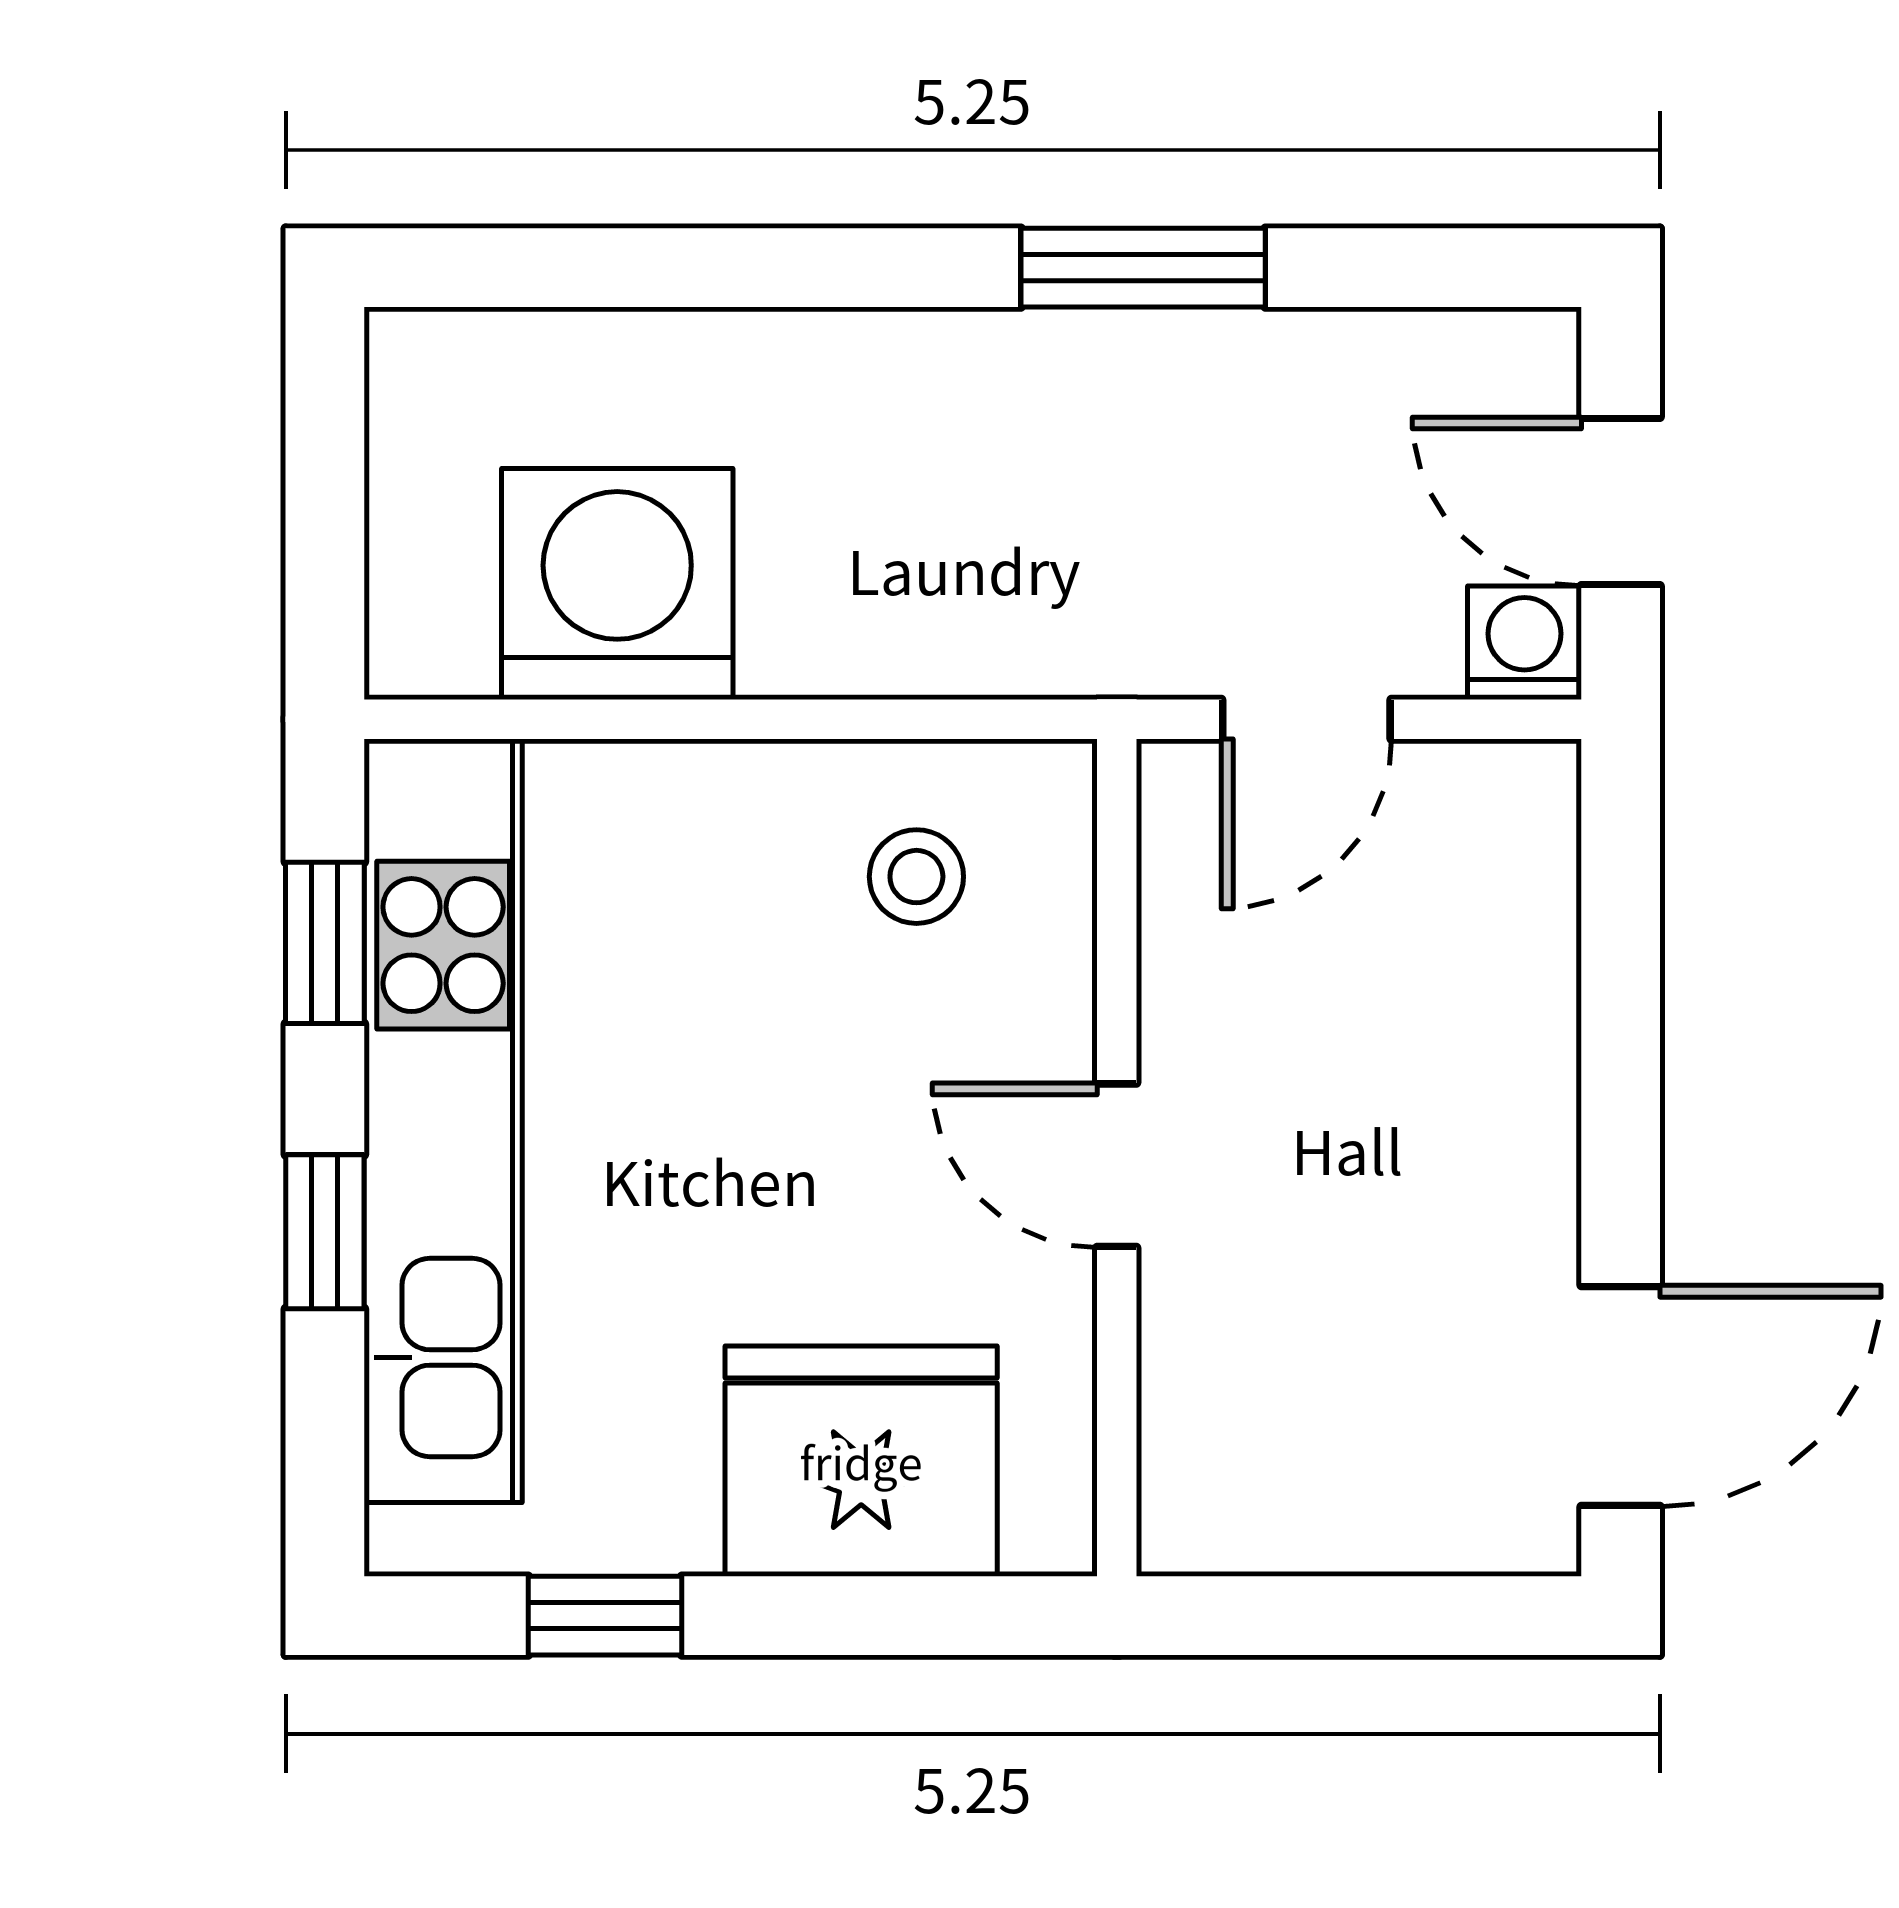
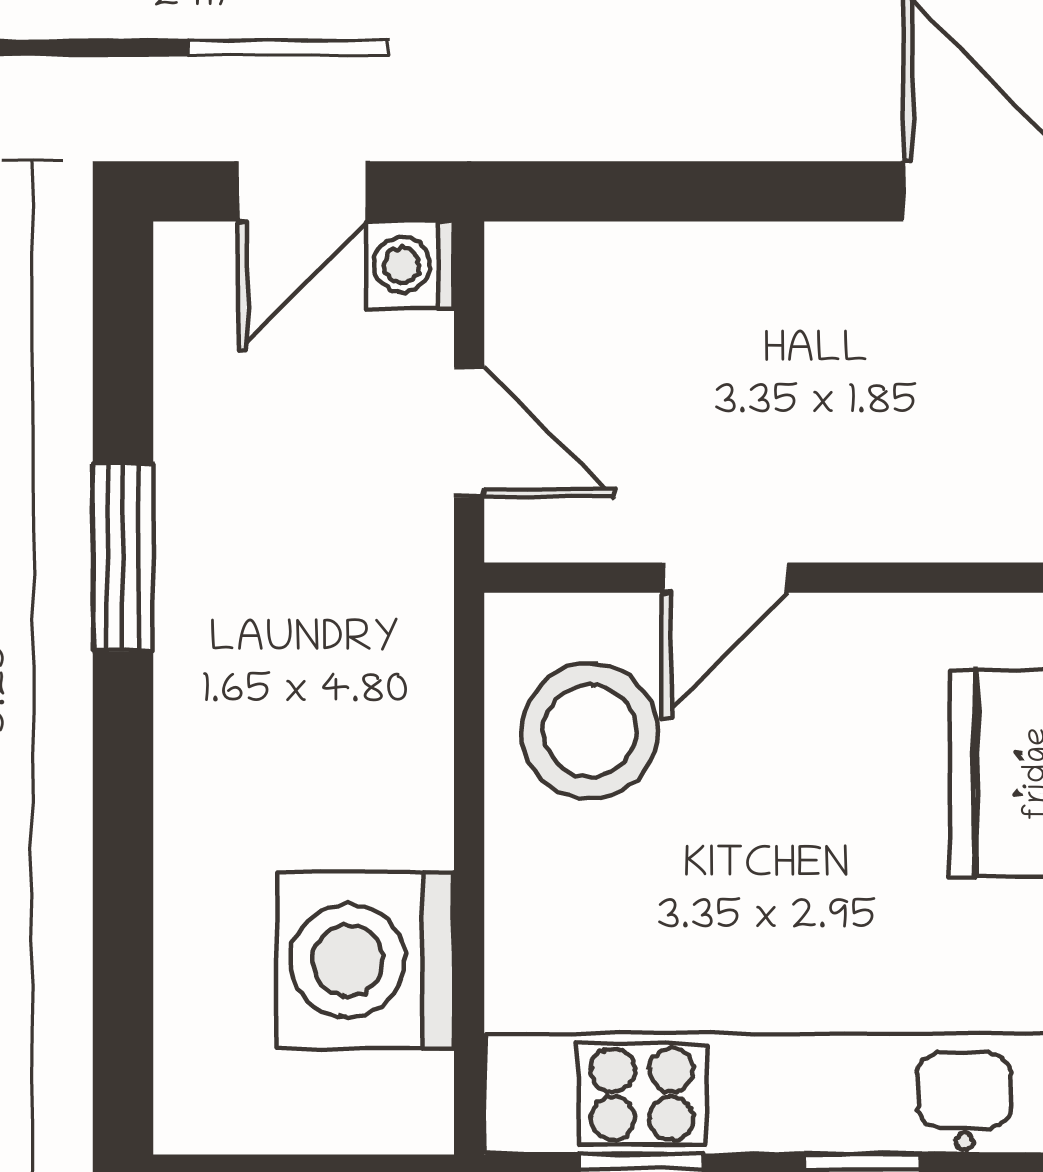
stool: (916, 877) -> (590, 731), width x1.89, depth x1.89
door: (1117, 1165) -> (725, 578), moved

